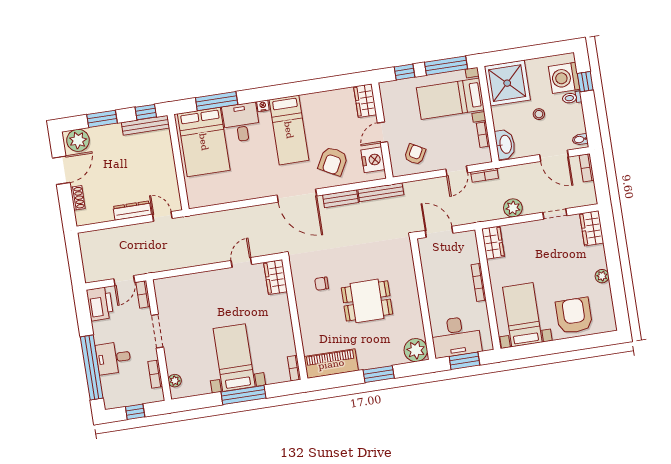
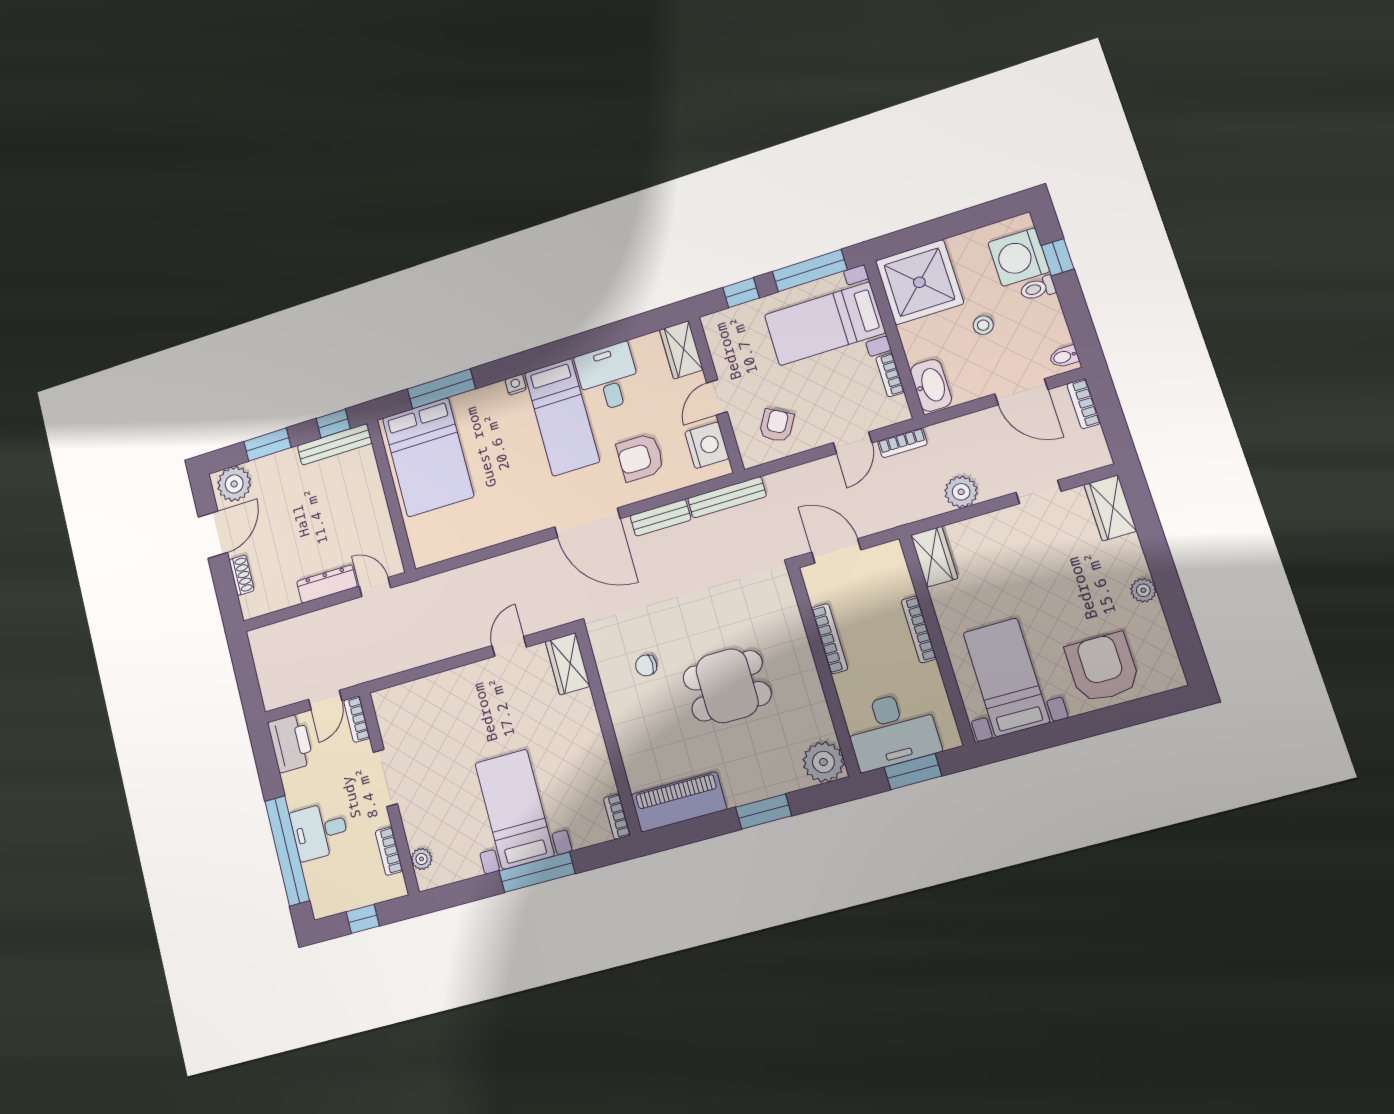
desk: (241, 122) -> (608, 377), moved
armchair: (333, 161) -> (640, 457), turned 62
bookcase: (429, 281) -> (830, 639), added

